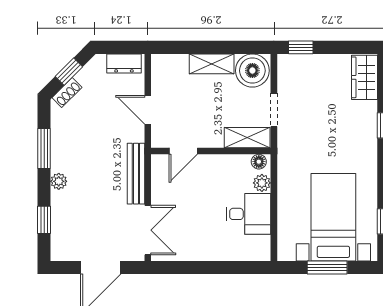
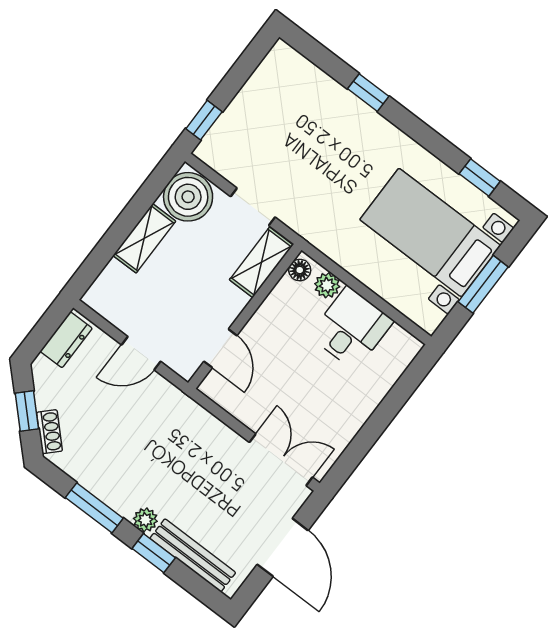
wardrobe: (365, 77) -> (295, 72), removed
bench: (136, 174) -> (193, 555), moved
window: (44, 220) -> (154, 553), moved

